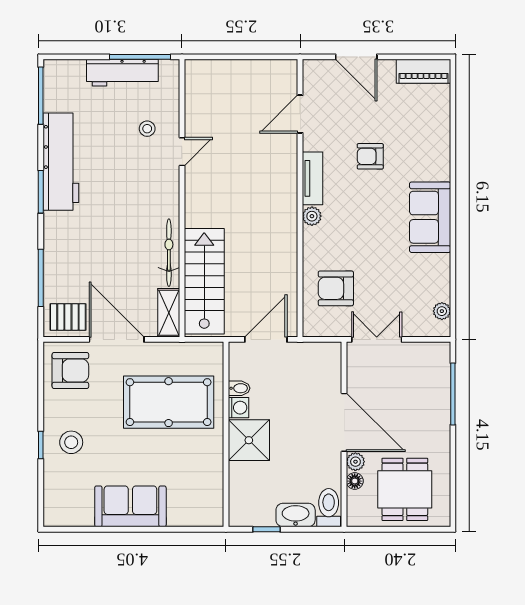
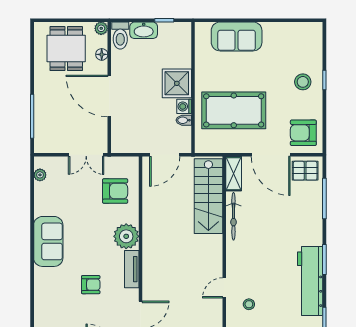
plant: (312, 216) -> (126, 236), width x1.88, depth x1.88
plant: (355, 462) -> (101, 28), moved
sofa: (130, 506) -> (237, 36), moved

